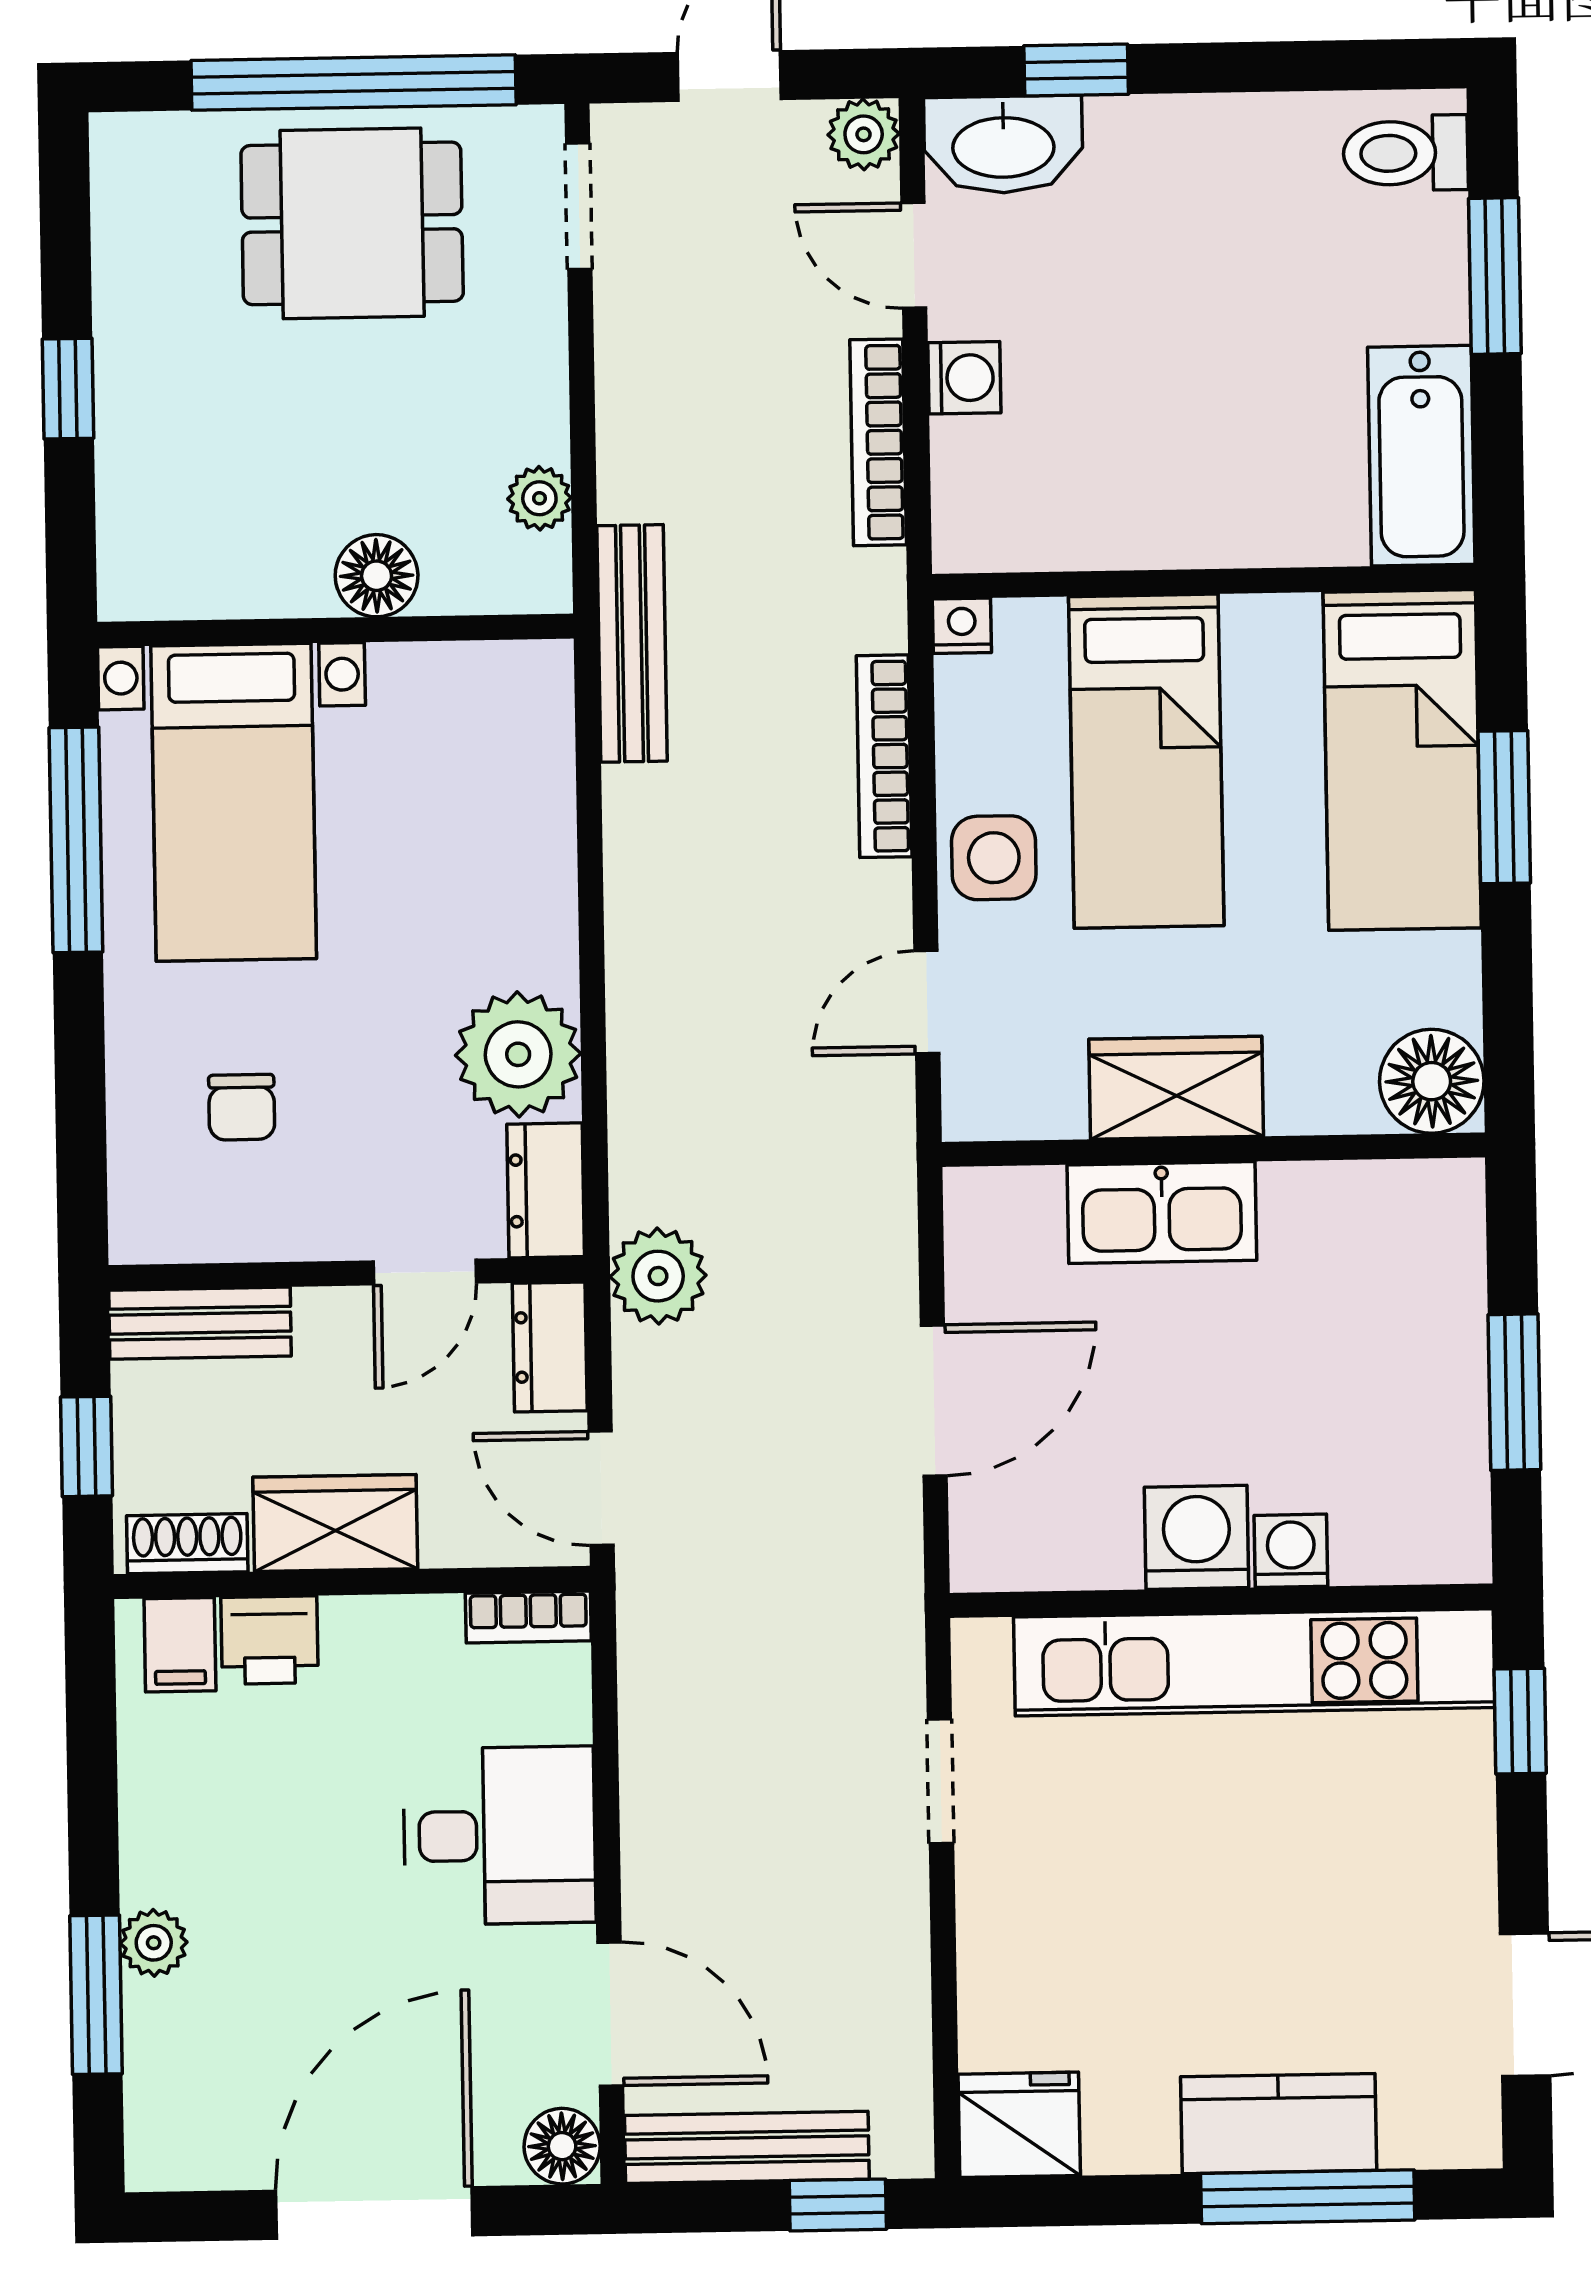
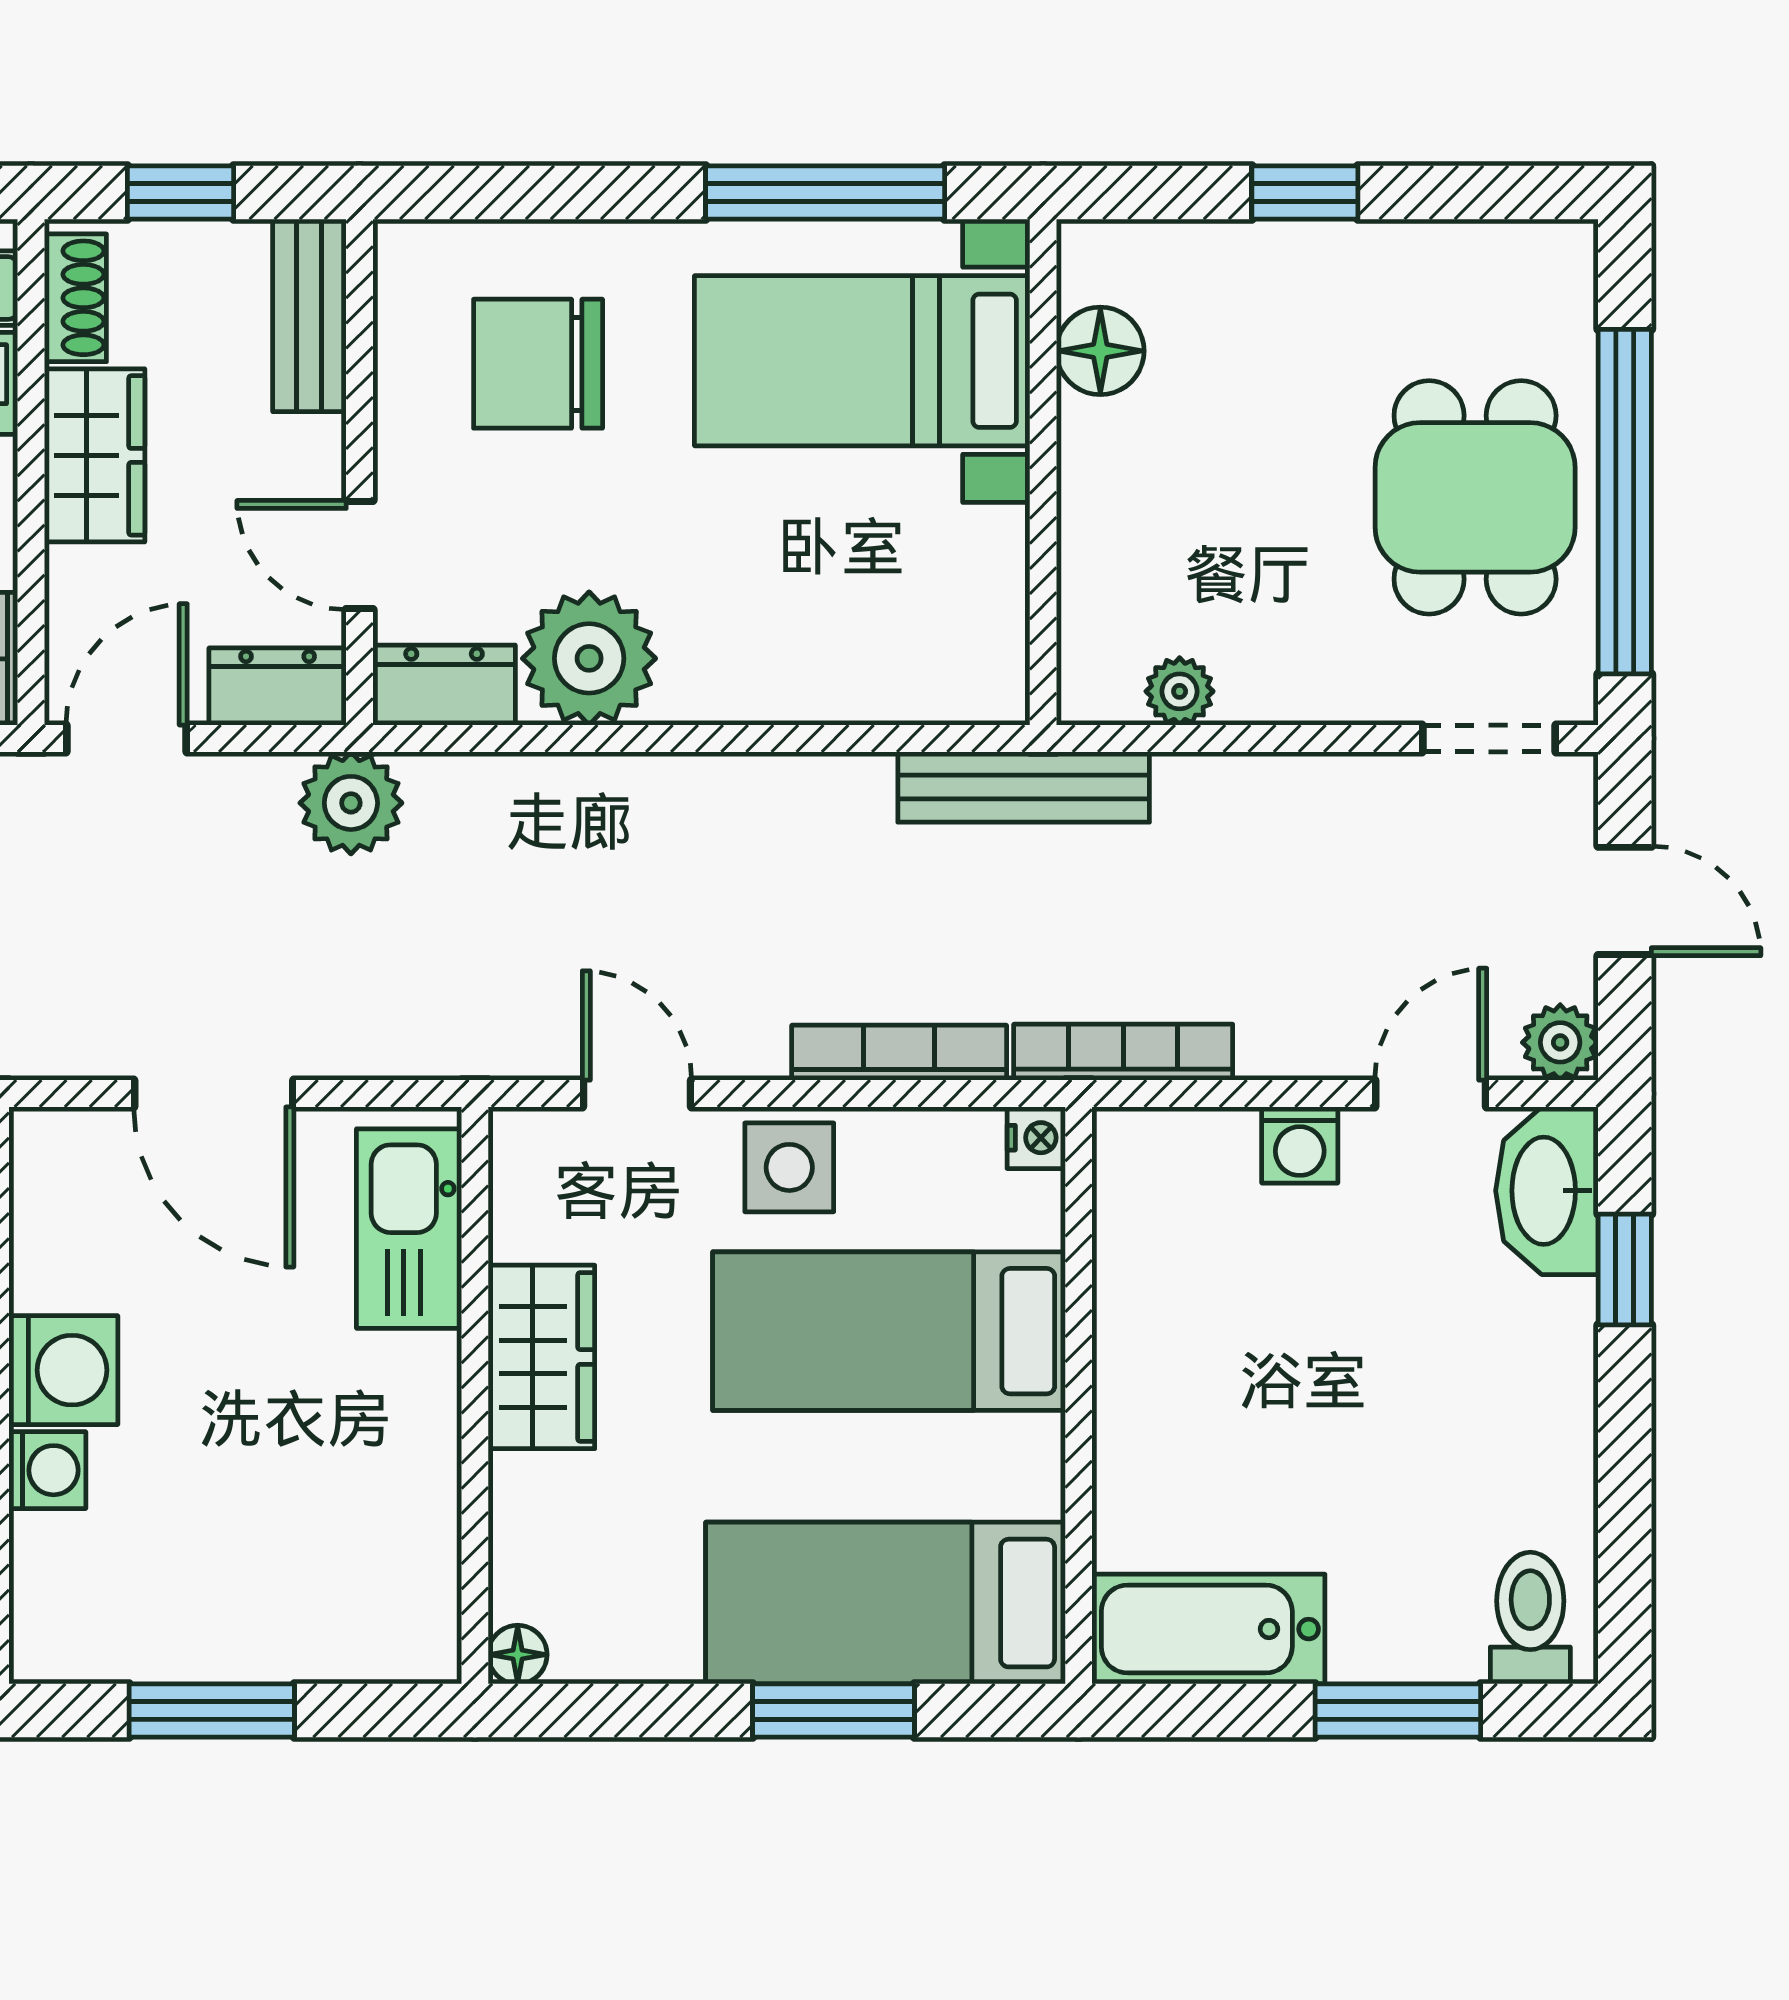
bookcase: (878, 442) -> (1123, 1052), moved
floor lamp: (377, 576) -> (1100, 351), moved
floor lamp: (1432, 1081) -> (518, 1655), width x0.53, depth x0.53
chair: (242, 1107) -> (538, 364), width x1.87, depth x1.87
kitchen sink: (1162, 1213) -> (409, 1229), moved

